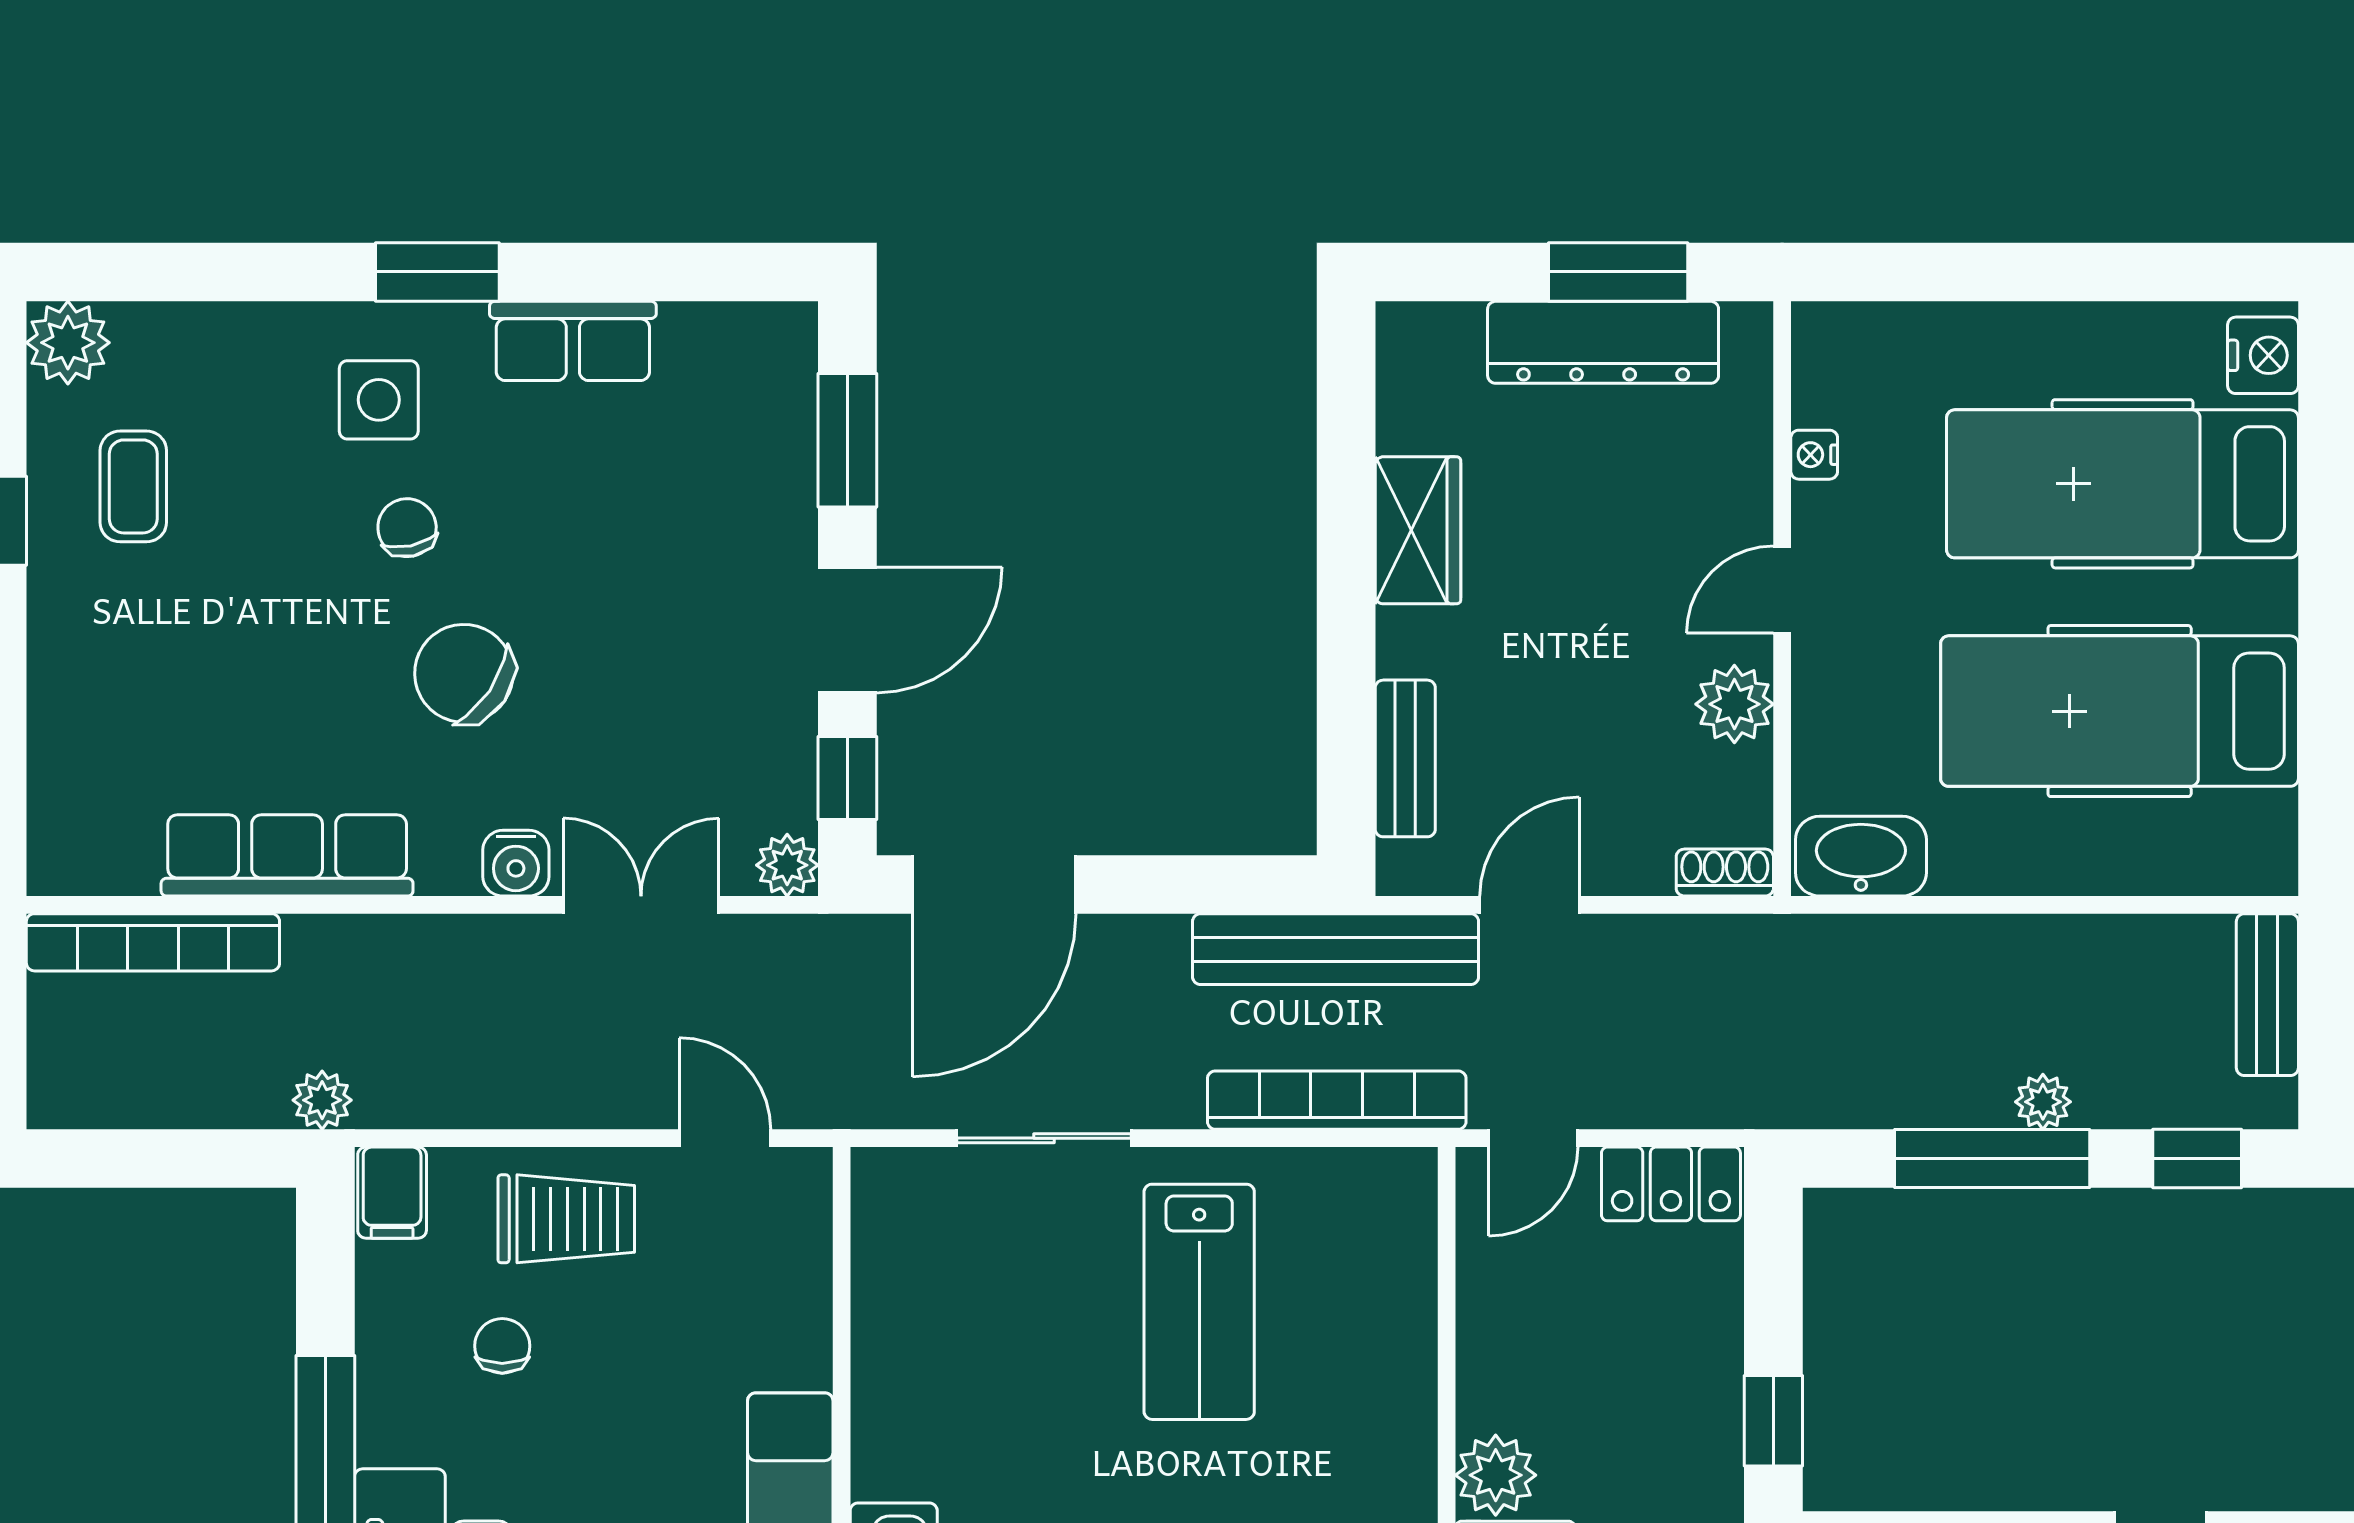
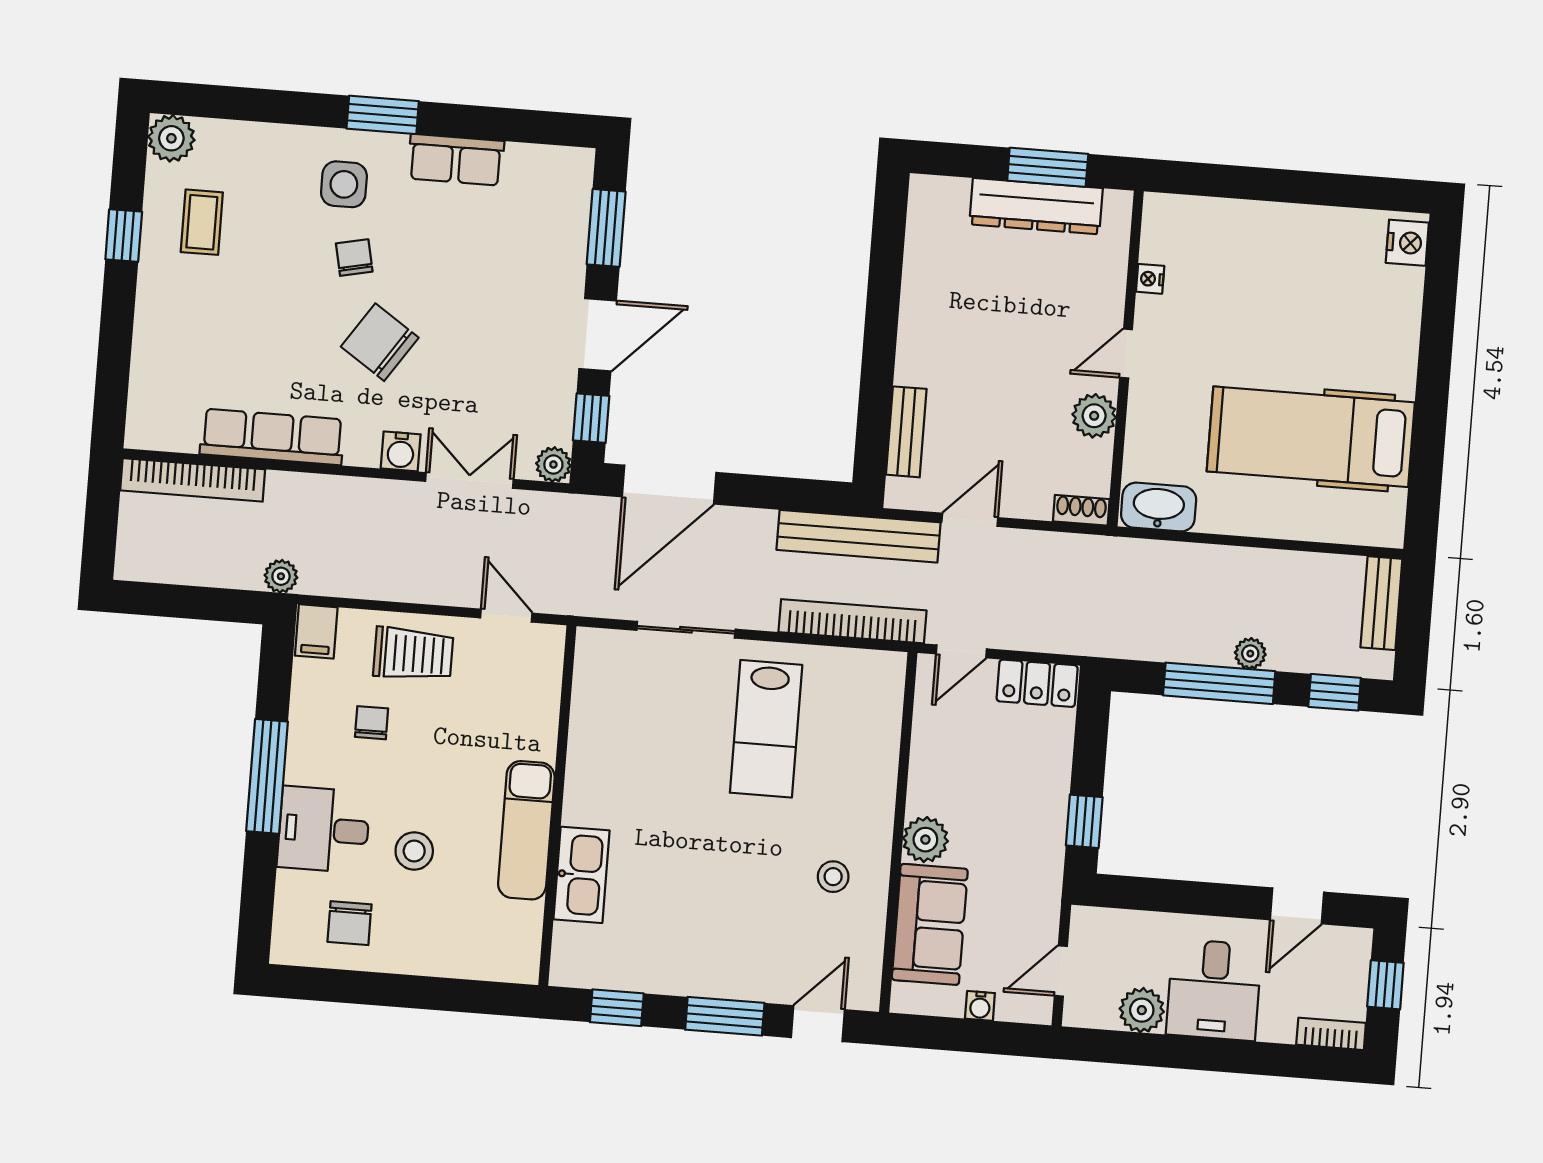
hospital bed: (2123, 484) -> (1322, 309), removed
wardrobe: (1418, 530) -> (924, 304), removed

